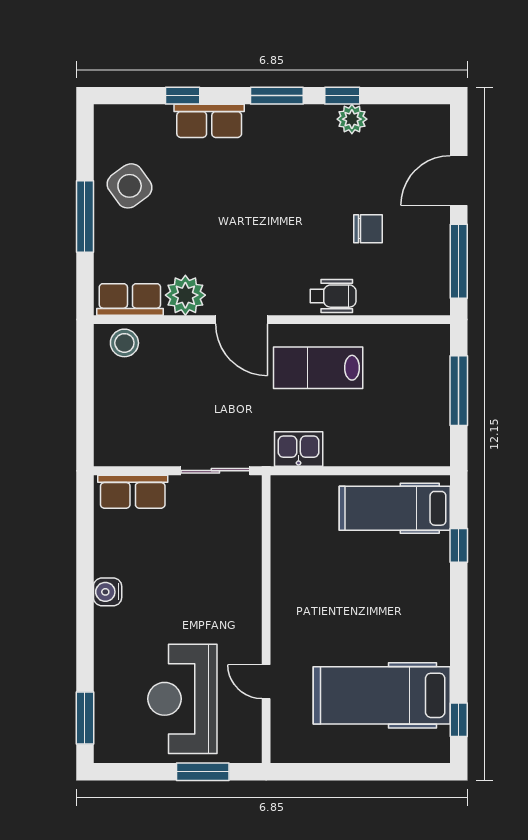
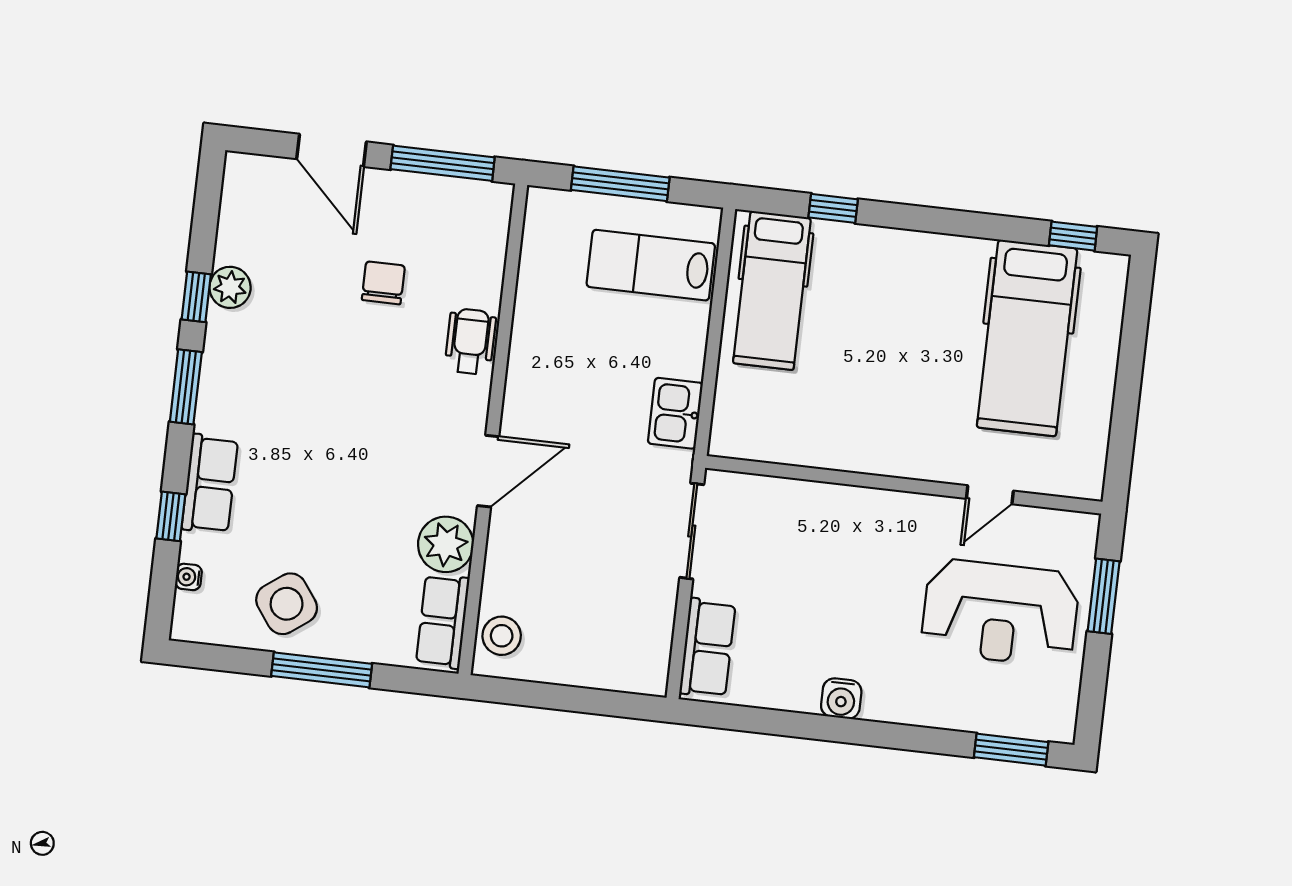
water cooler: (141, 113) -> (189, 577), added
lab bench: (318, 368) -> (651, 265), moved, turned 90

